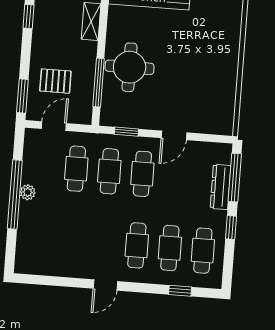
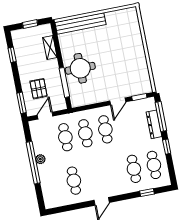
pallet: (55, 81) -> (39, 89), turned 90
window: (126, 132) -> (139, 97), moved
cafe table: (137, 245) -> (74, 181), moved

